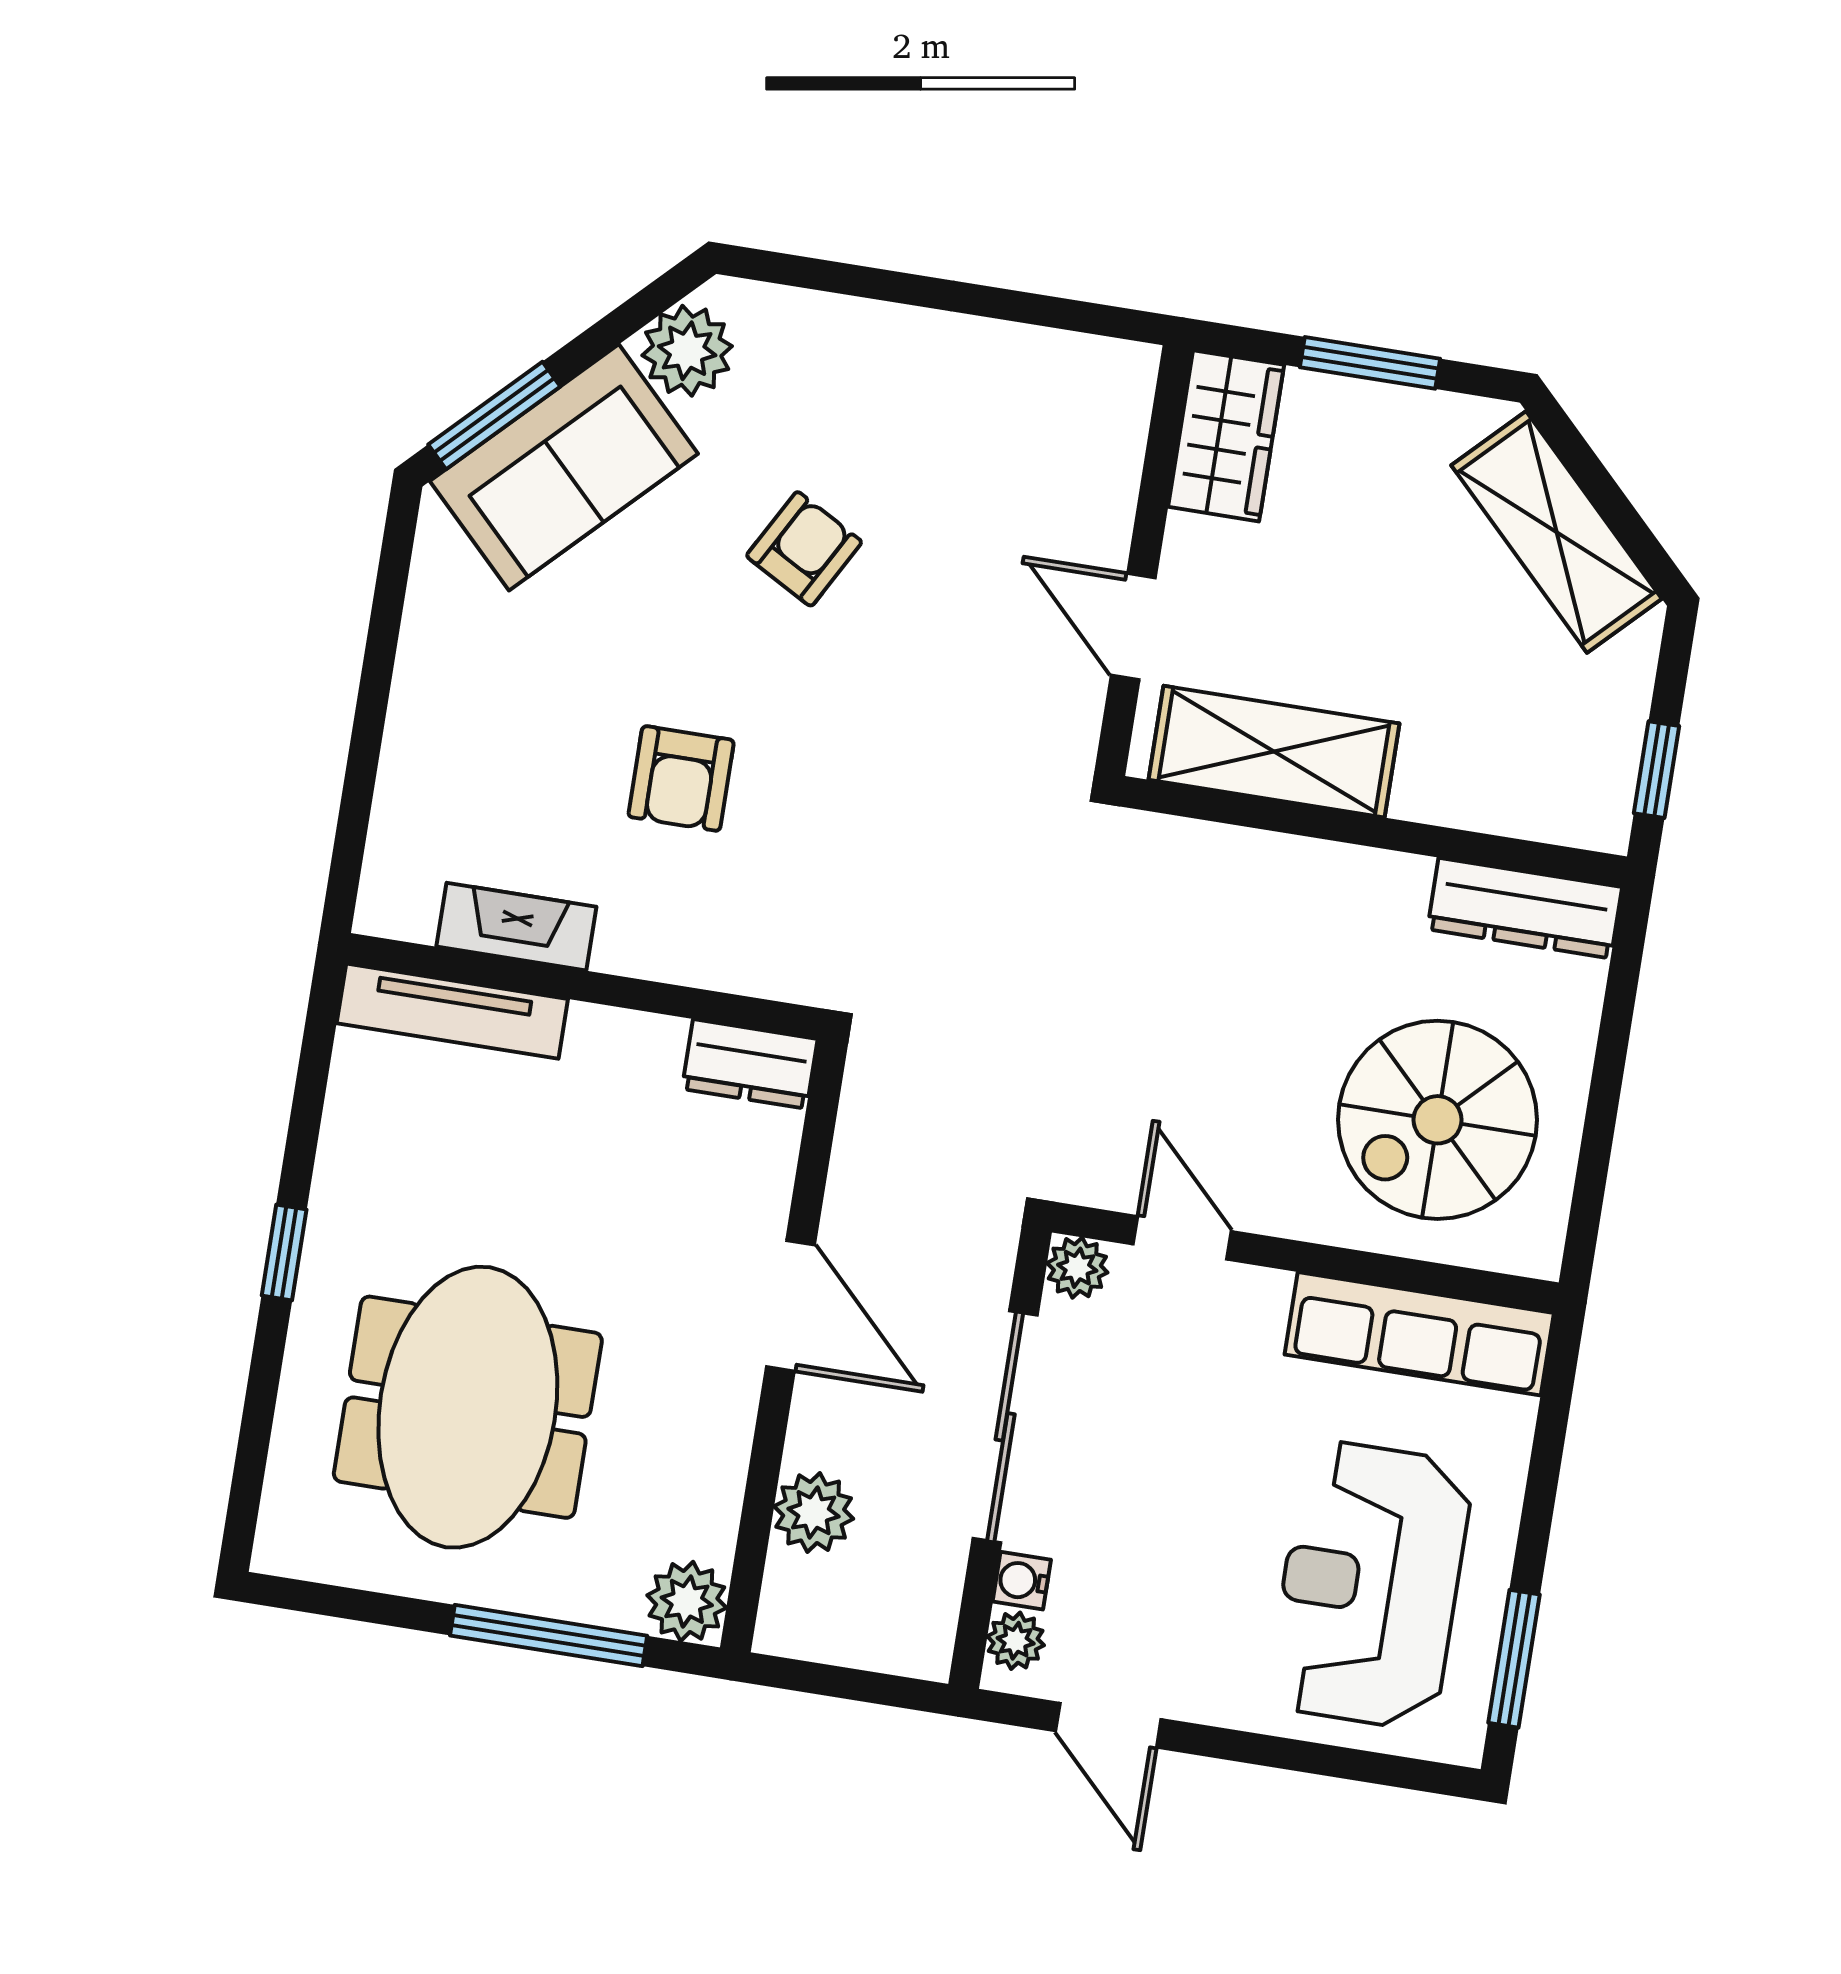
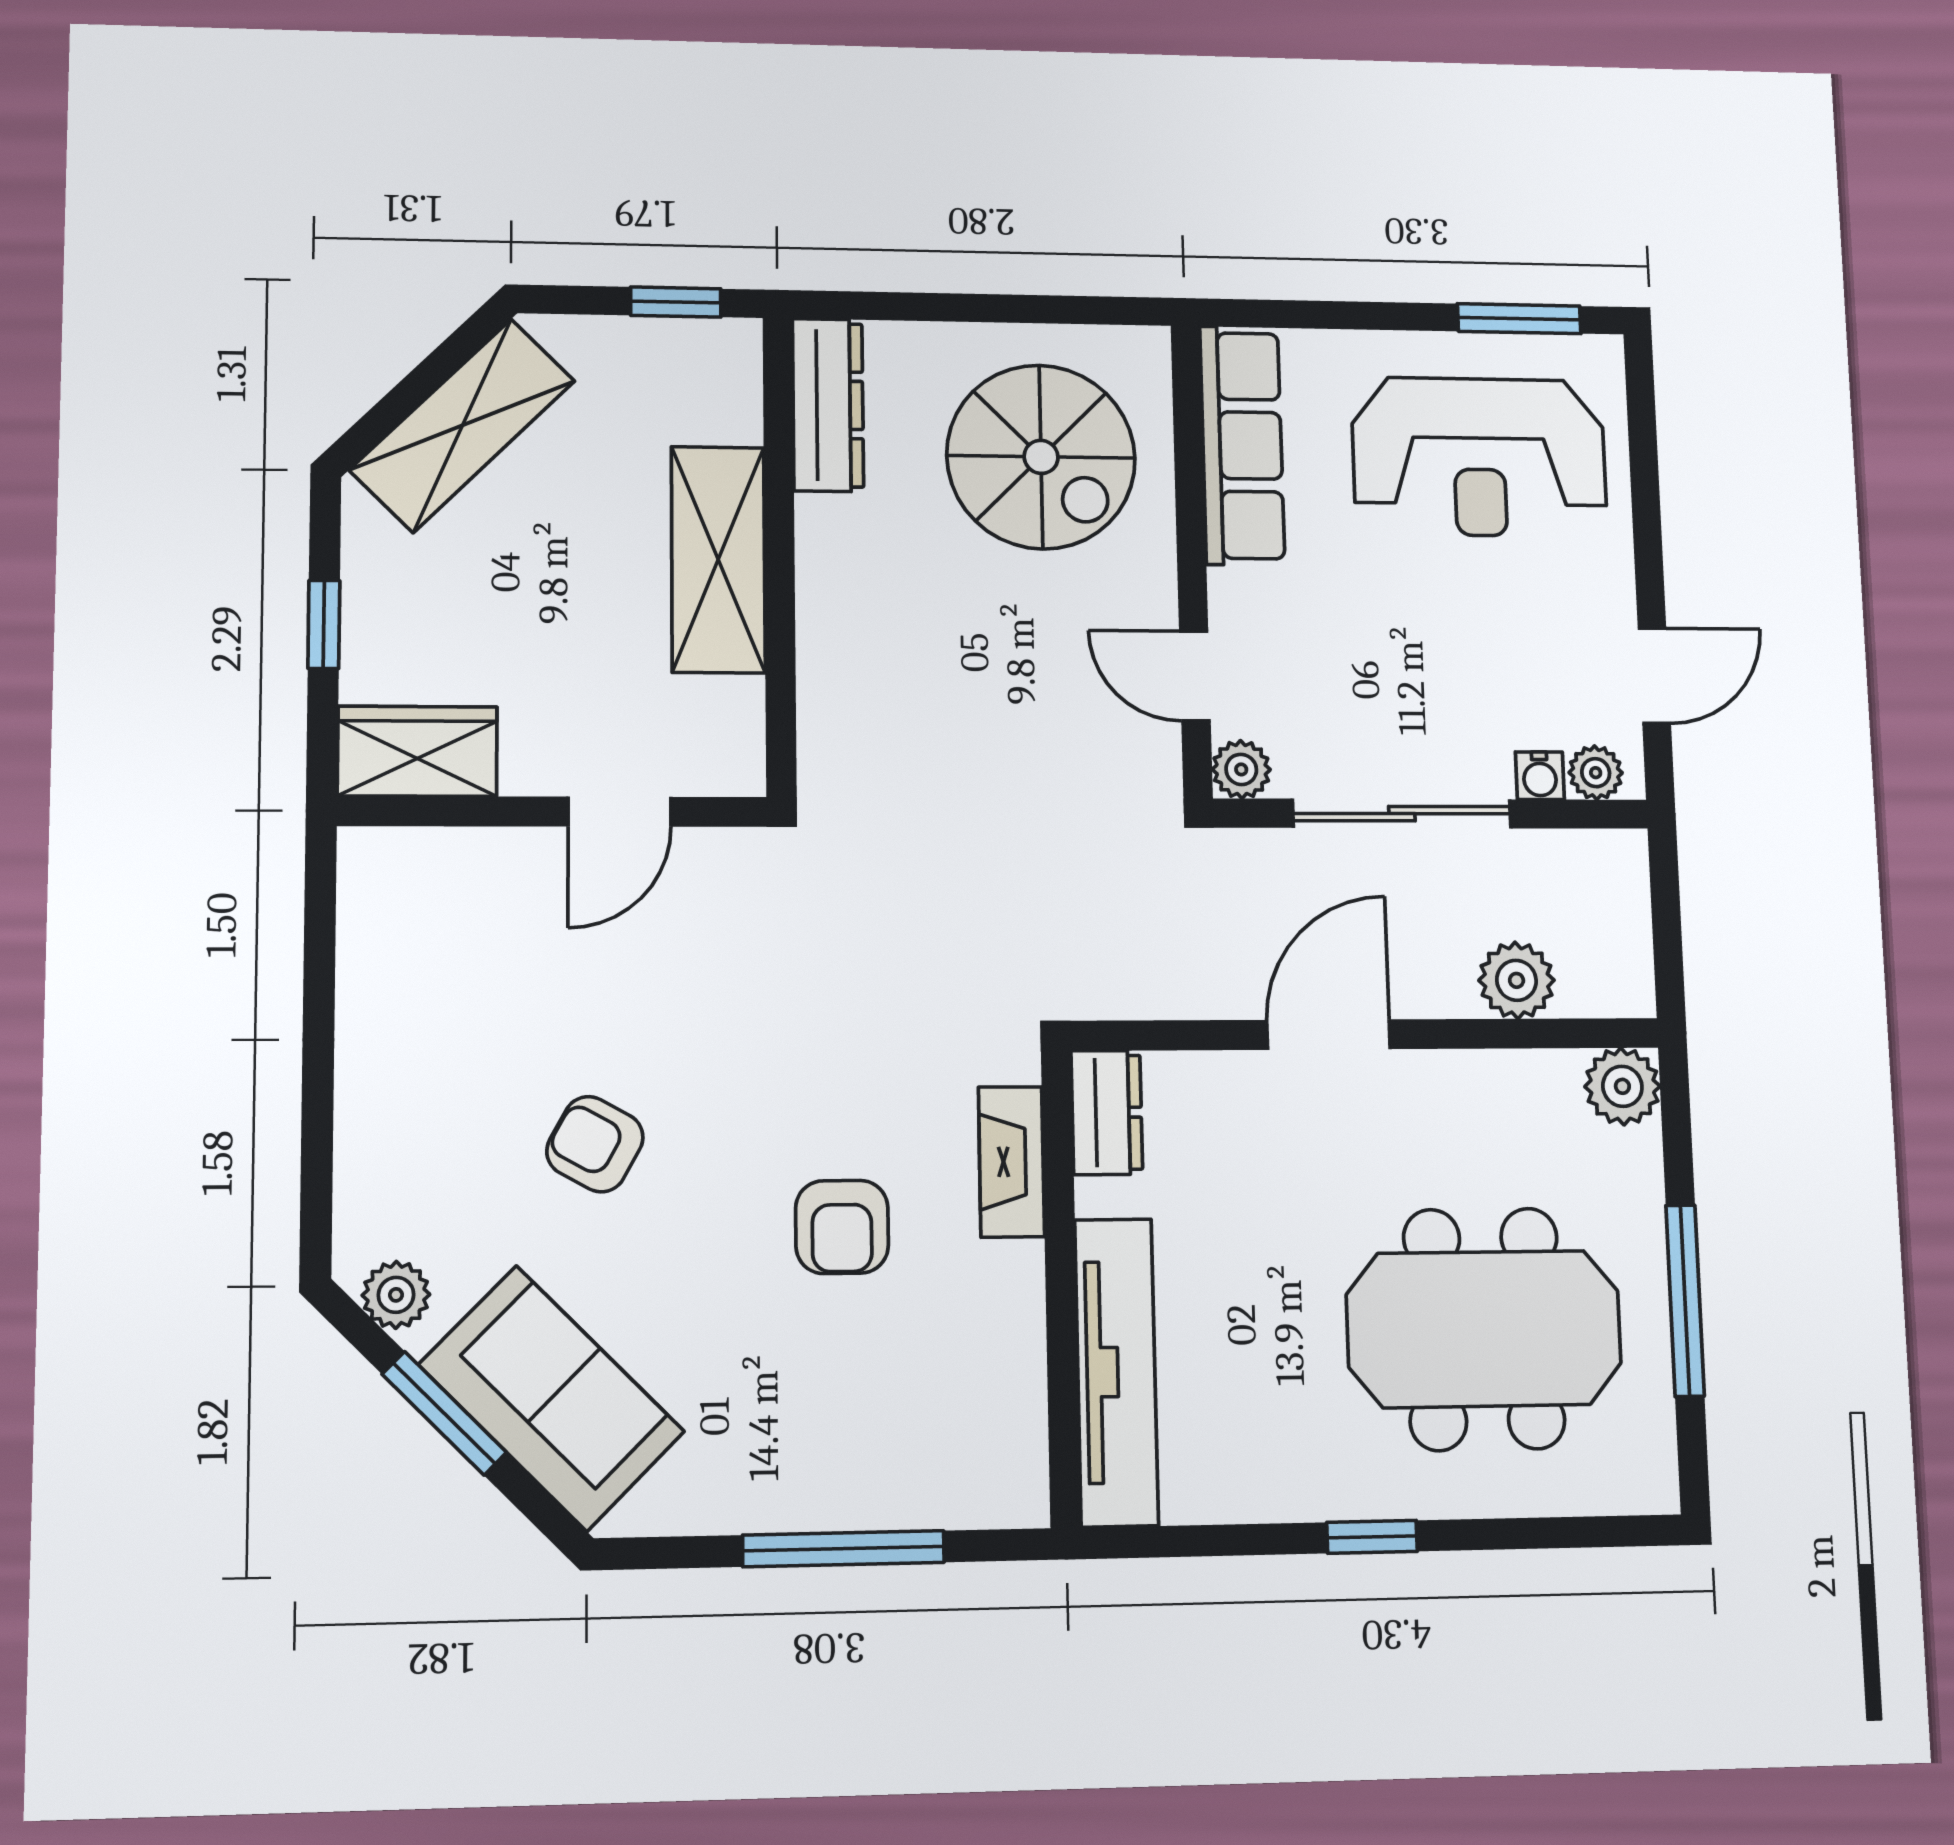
plant: (687, 351) -> (396, 1295), width x0.73, depth x0.73
window: (1370, 363) -> (324, 624), width x0.67
window: (494, 415) -> (444, 1413), moved
window: (368, 726) -> (844, 1549), added
shelving: (1274, 752) -> (718, 560), moved
armchair: (681, 778) -> (842, 1227), turned 90
fireplace: (516, 927) -> (1011, 1162), moved
tv unit: (452, 1011) -> (1116, 1372), width x1.36, depth x1.29
door: (1182, 1238) -> (1195, 676), hinge flipped
window: (549, 1636) -> (1685, 1301), moved

